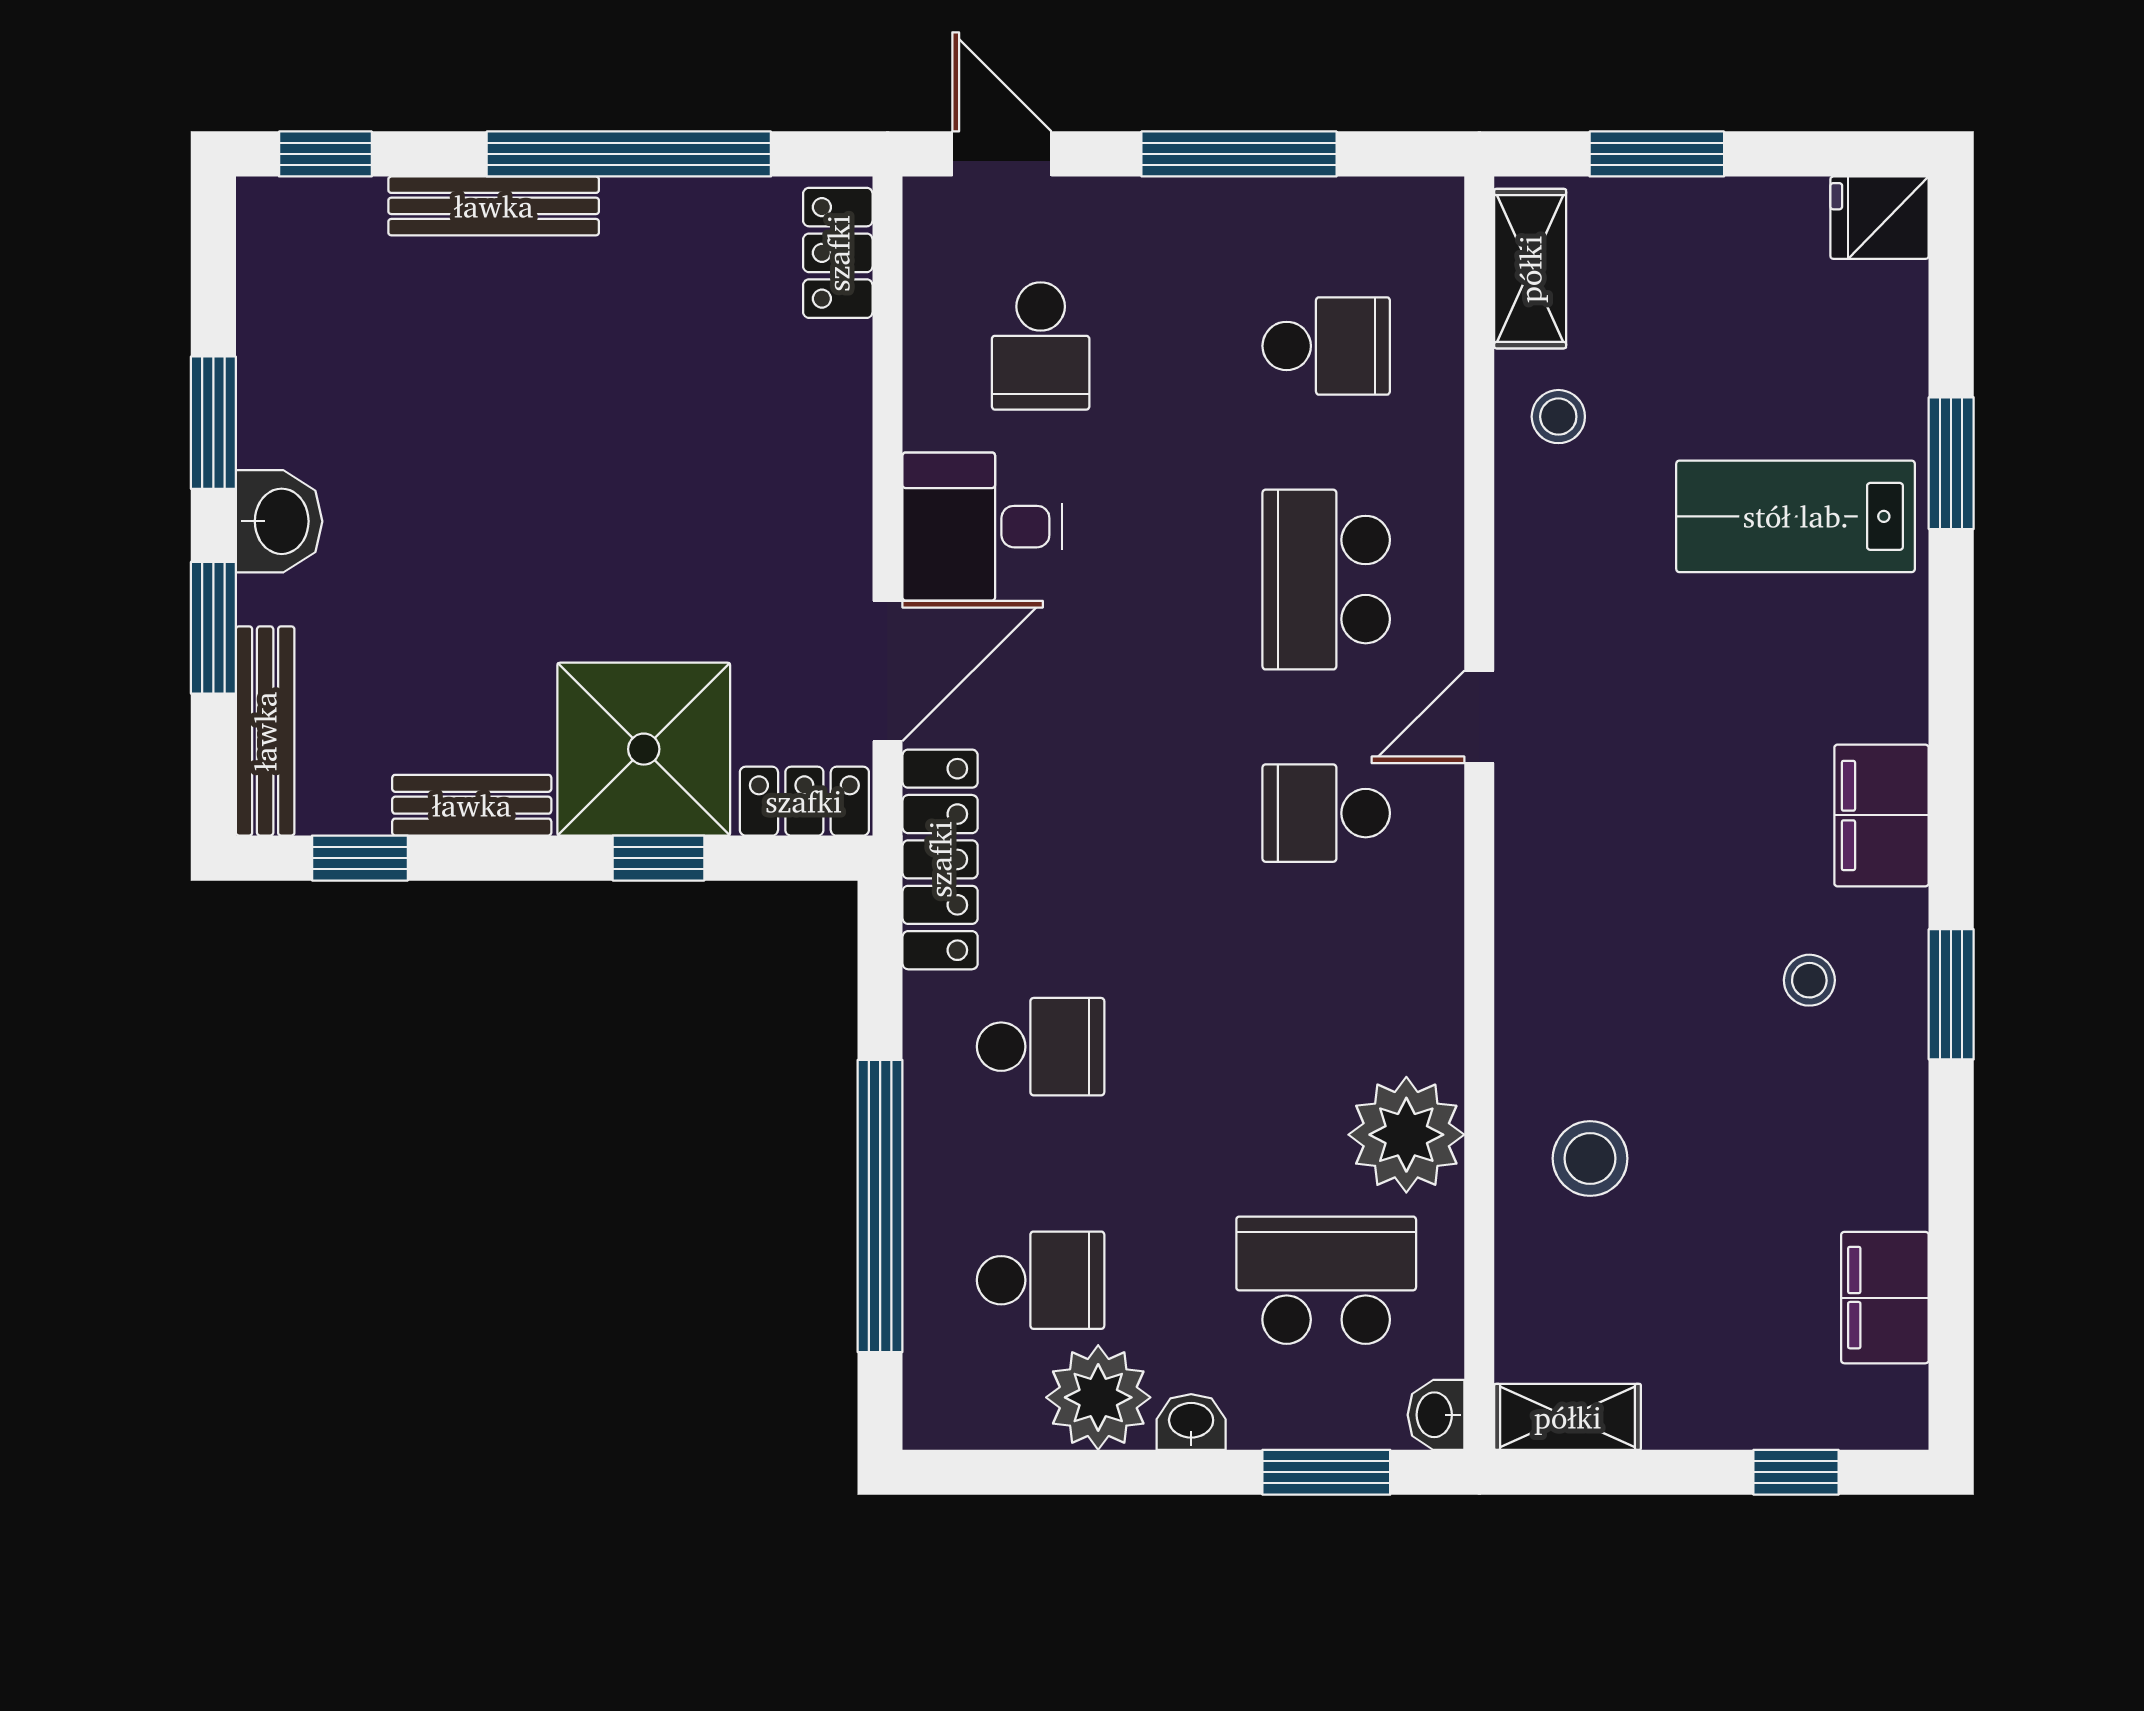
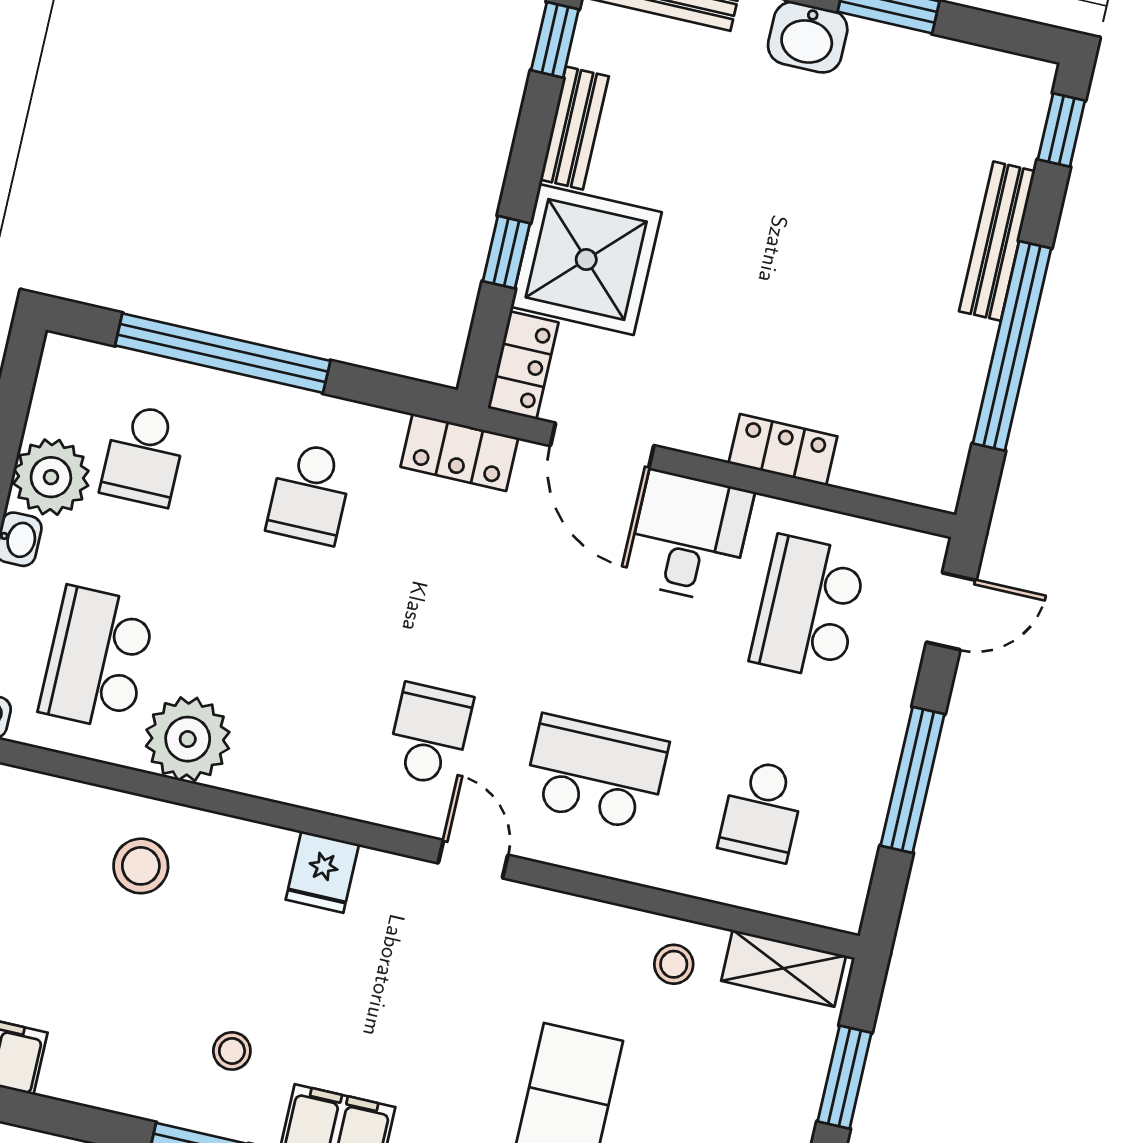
locker: (838, 253) -> (783, 450), moved
school desk: (1041, 346) -> (808, 607), width x1.85
locker: (940, 859) -> (459, 452), width x0.66
fridge: (1543, 914) -> (322, 872), added
school desk: (1326, 1280) -> (97, 658), turned 180

